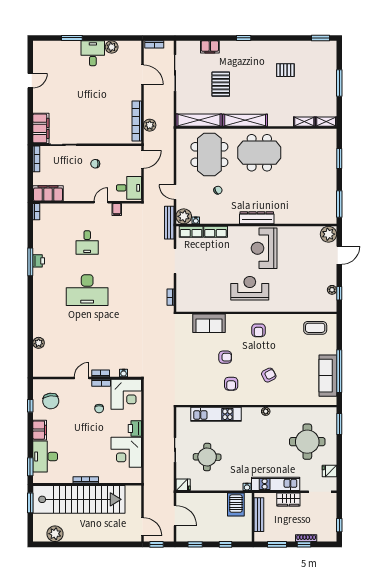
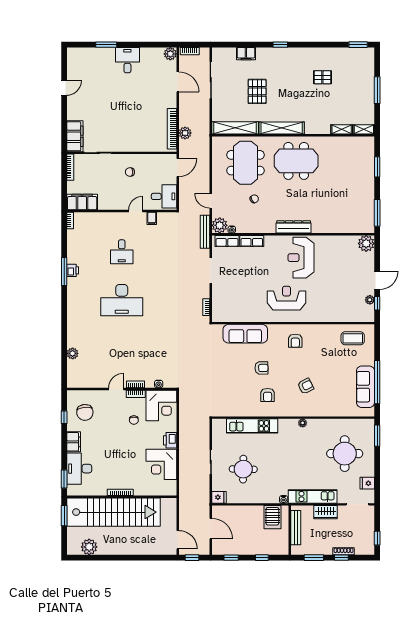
plant: (112, 47) -> (170, 54), moved
door: (339, 255) -> (377, 280), moved
sofa: (209, 323) -> (245, 334), width x1.36

